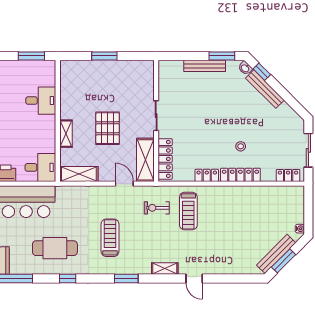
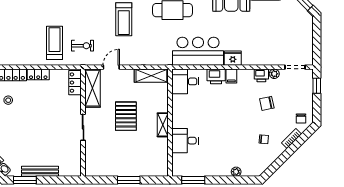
shelving: (66, 134) -> (163, 125), moved
locker: (165, 159) -> (75, 83), width x0.66
door: (124, 184) -> (111, 67), swing flipped

